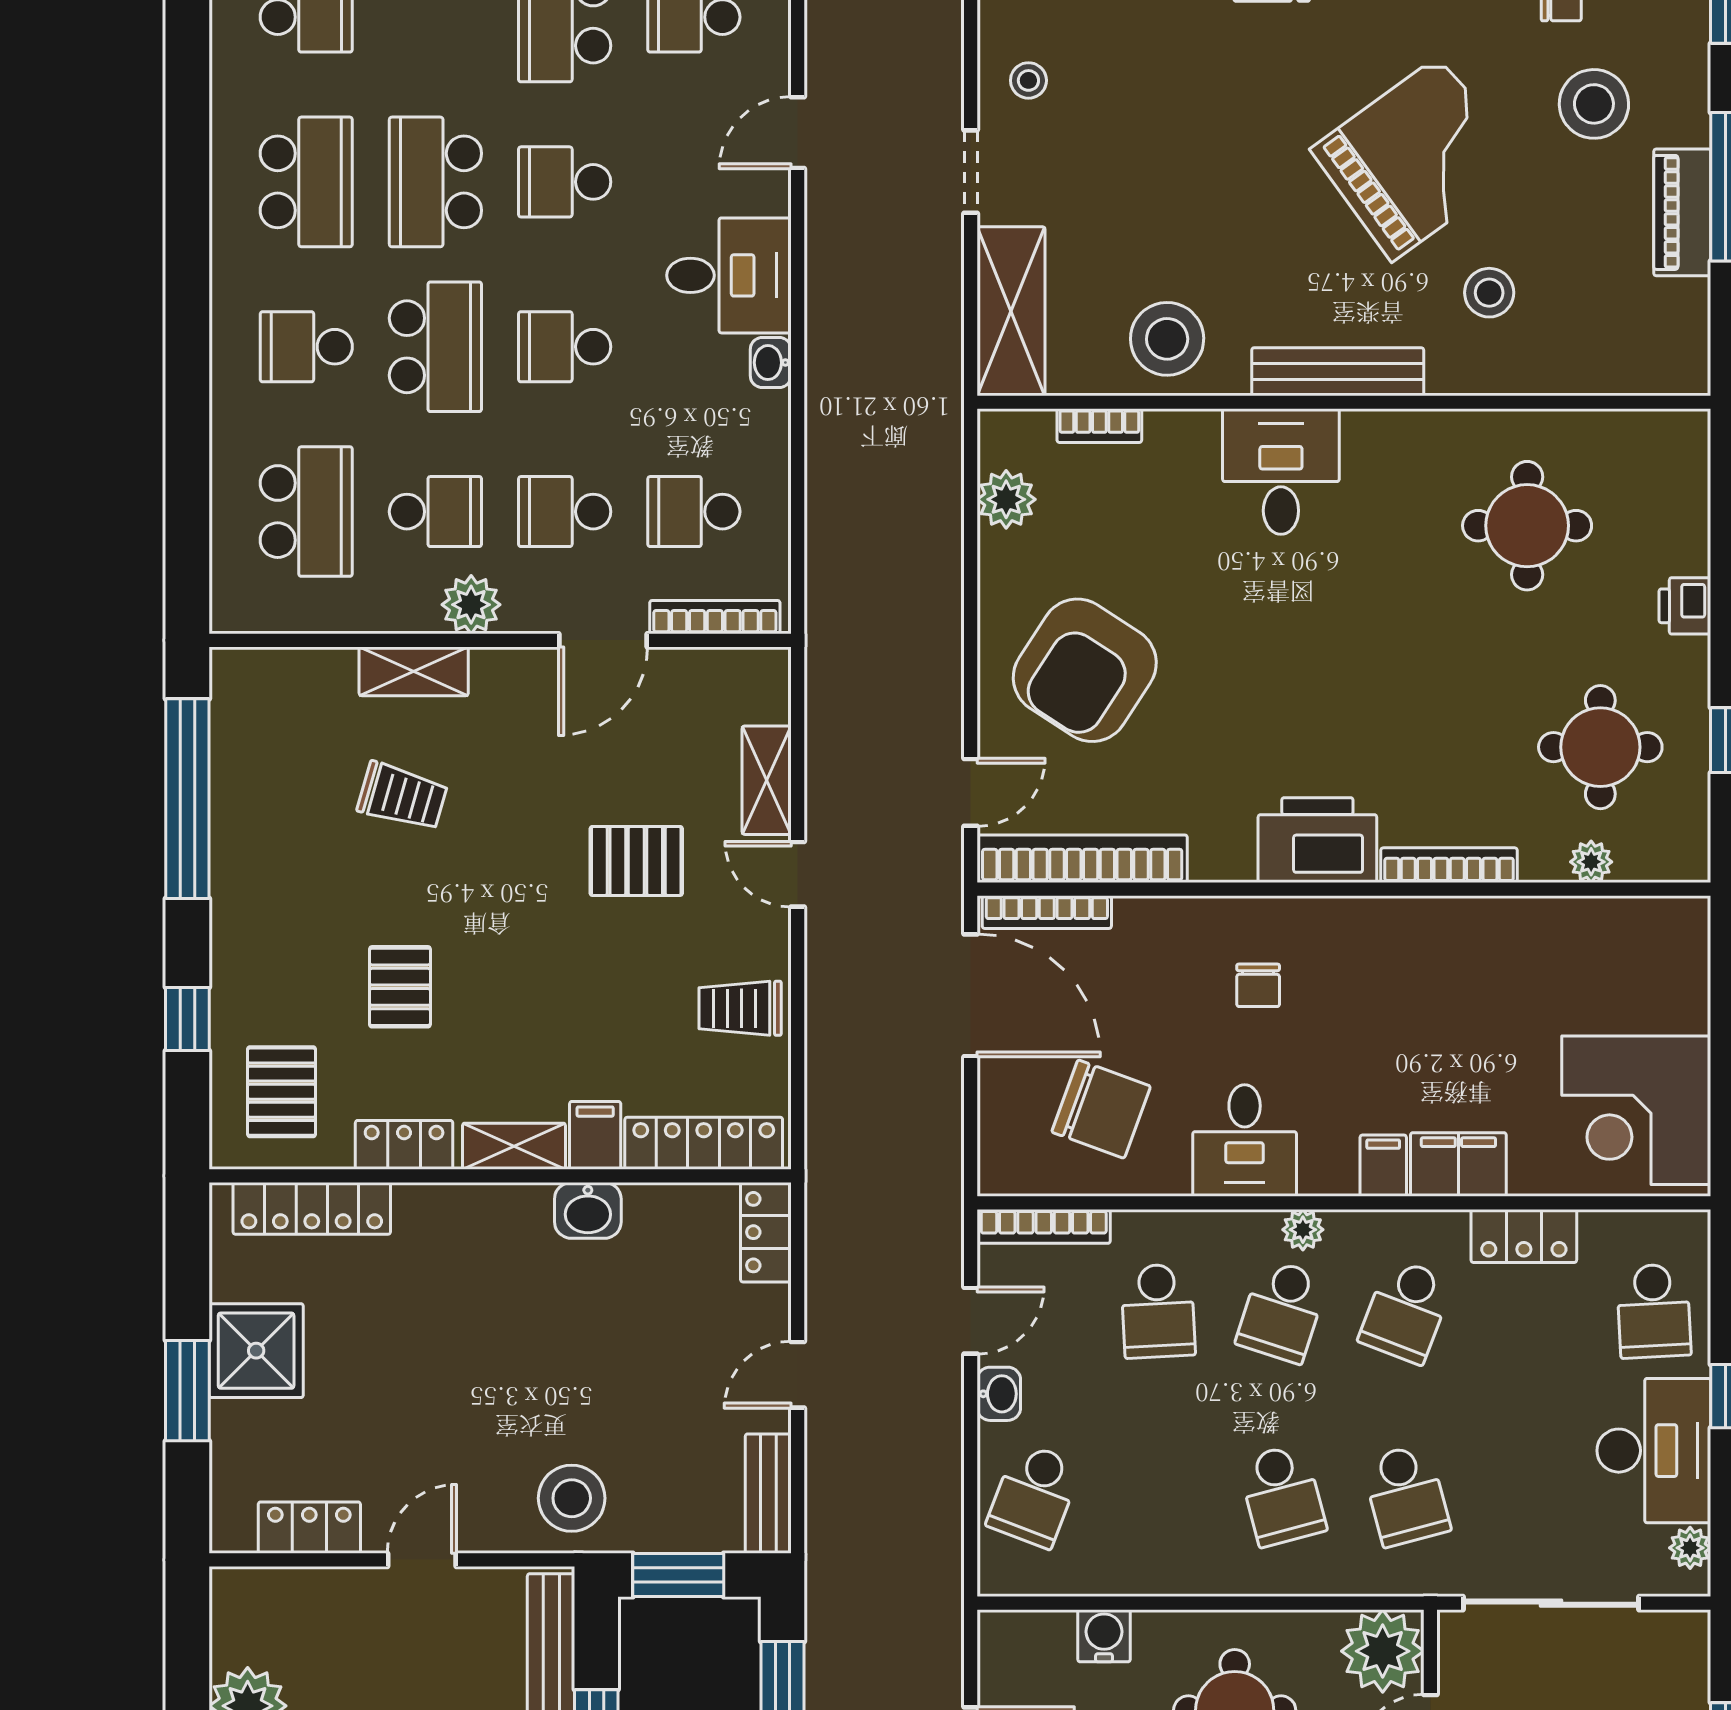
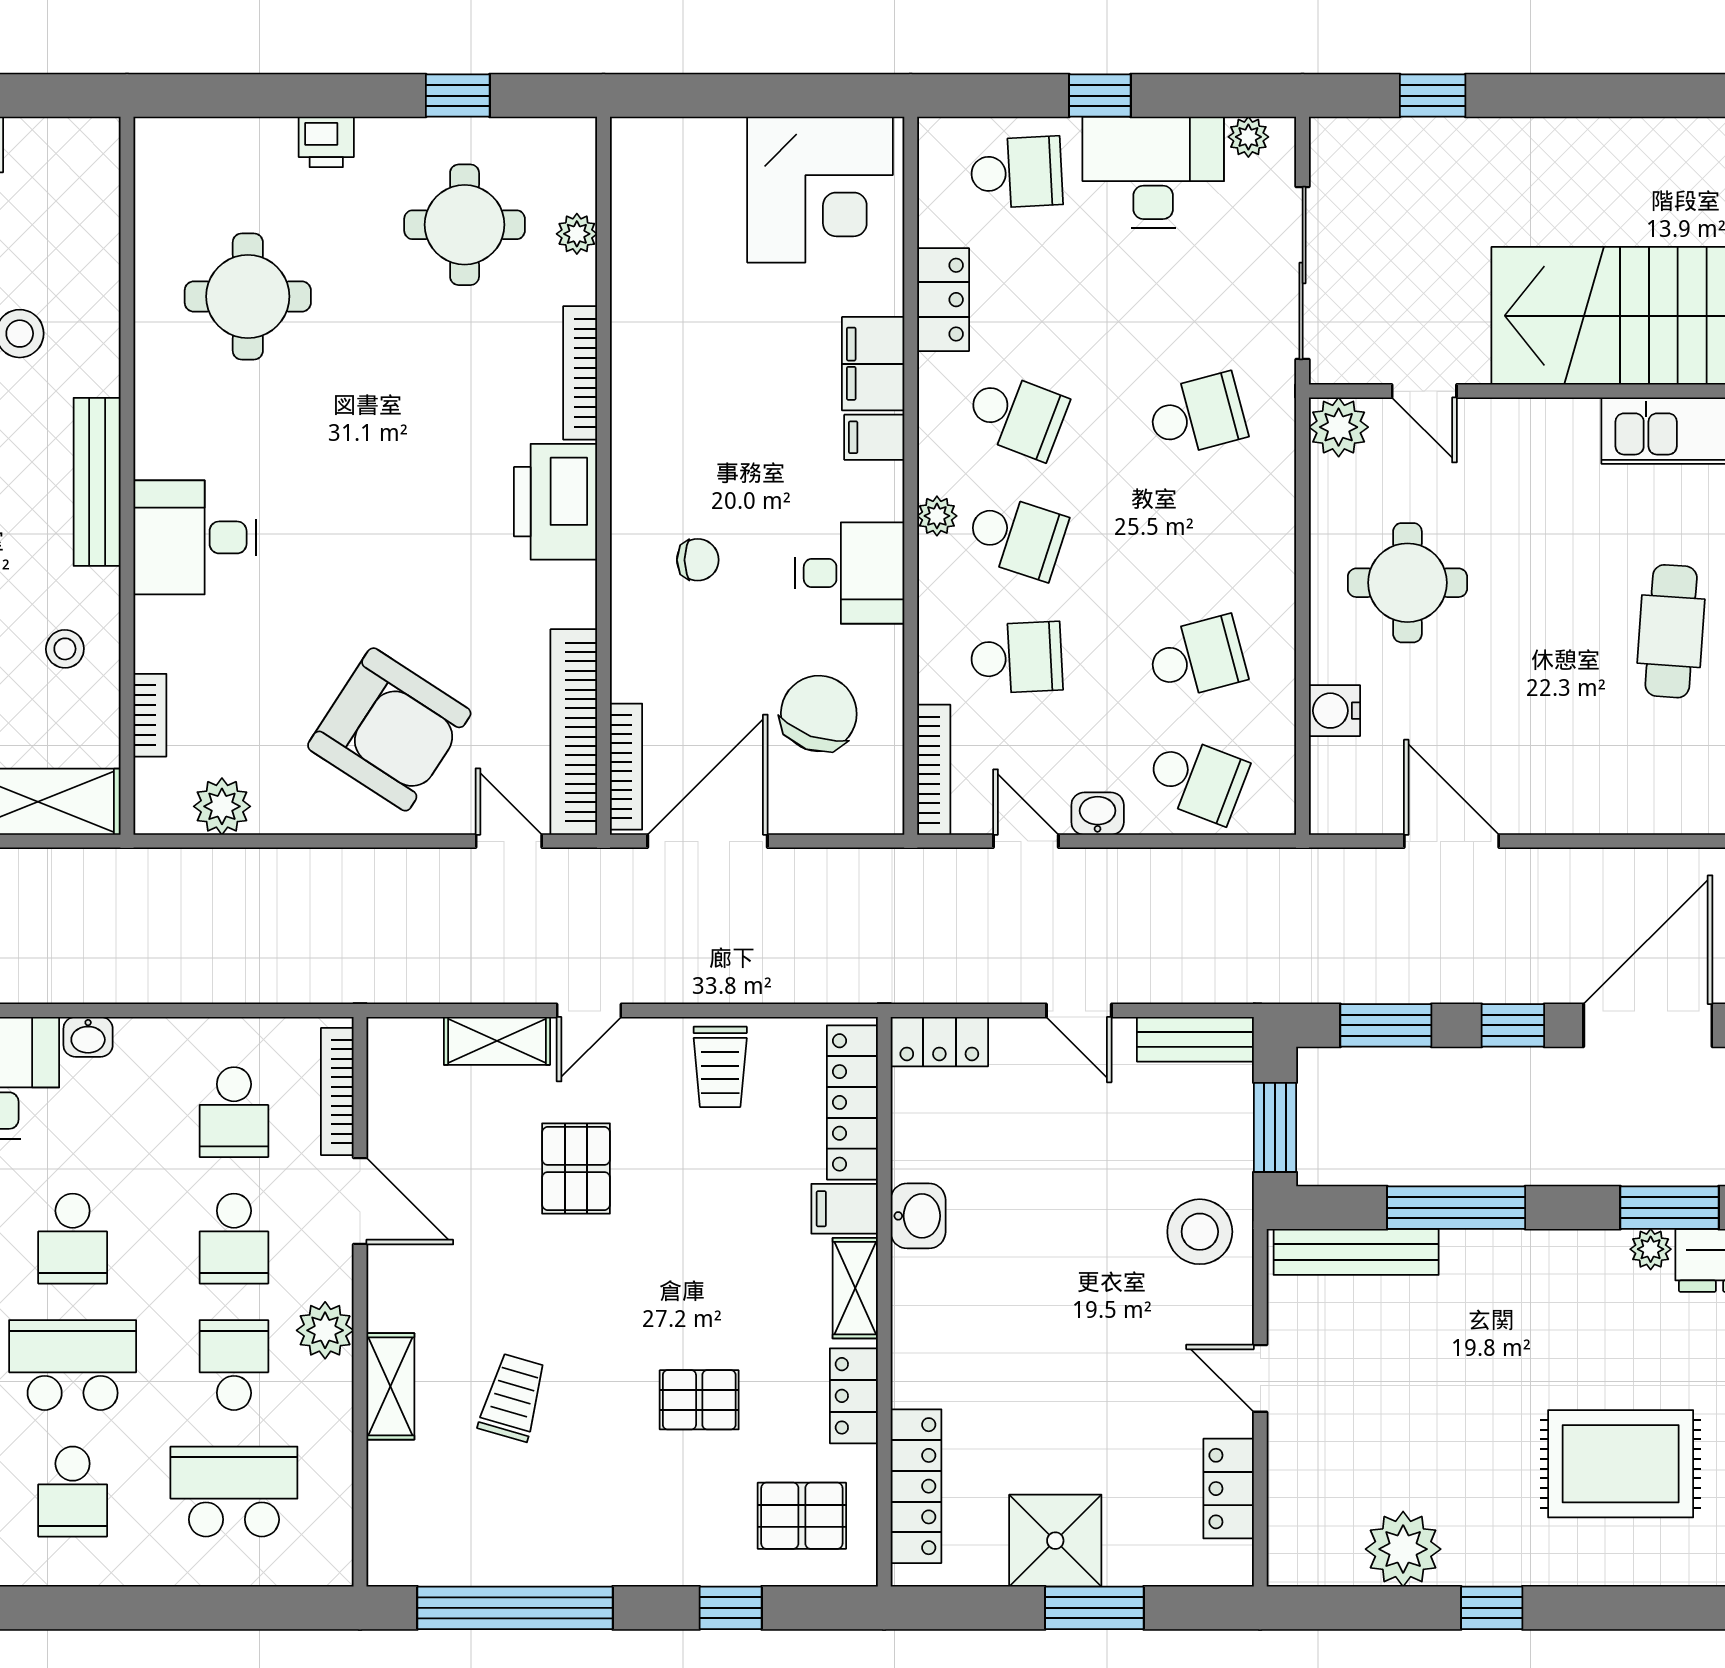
stool: (1167, 339) -> (65, 649), width x0.53, depth x0.53
school desk: (1282, 1495) -> (1197, 658), moved
plant: (1383, 1651) -> (1339, 427), width x0.73, depth x0.73

